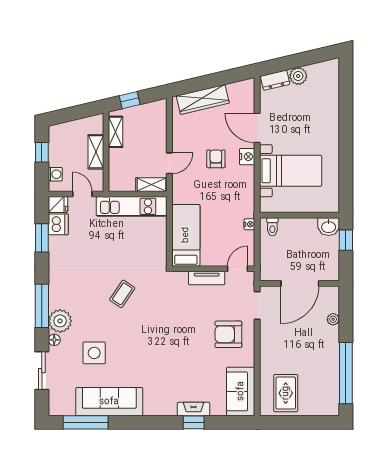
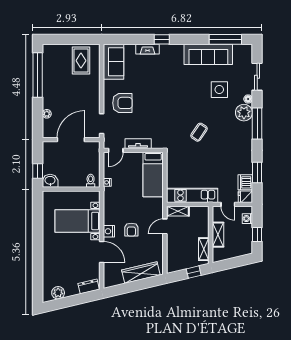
plant: (298, 76) -> (58, 293), moved
window: (194, 422) -> (162, 39), moved

